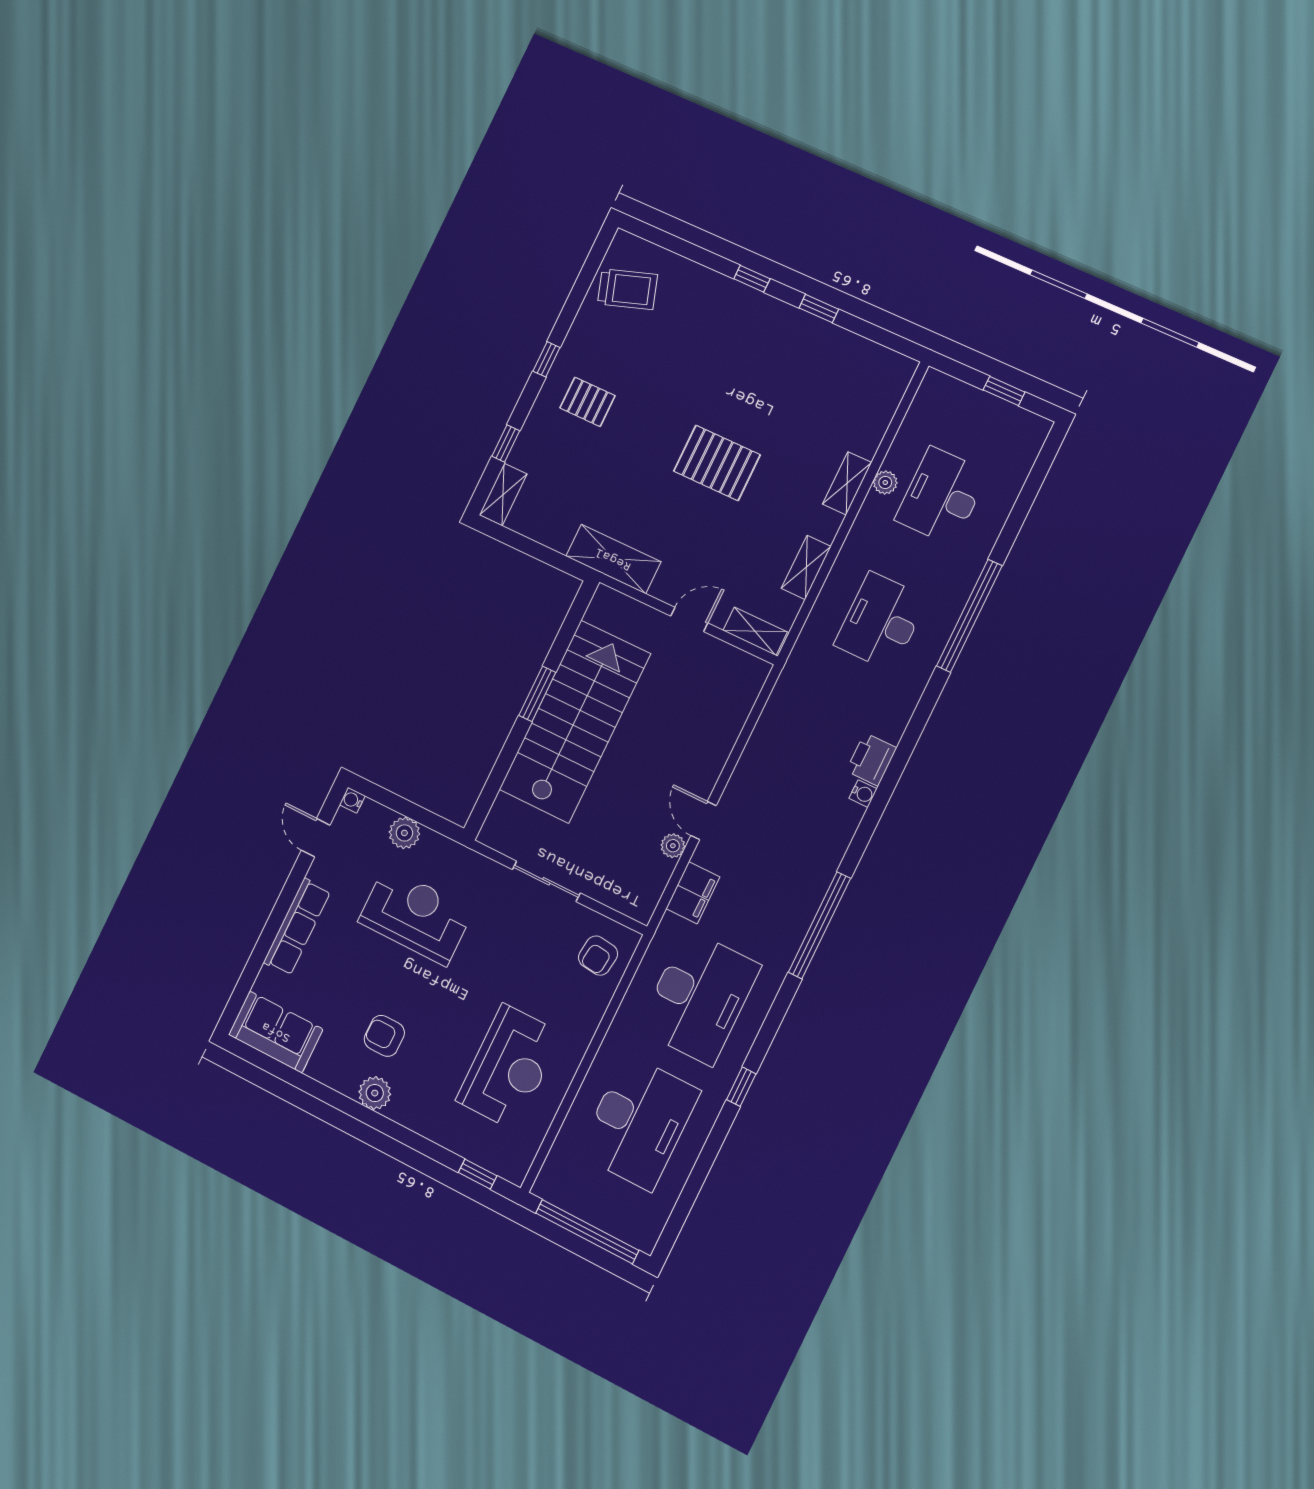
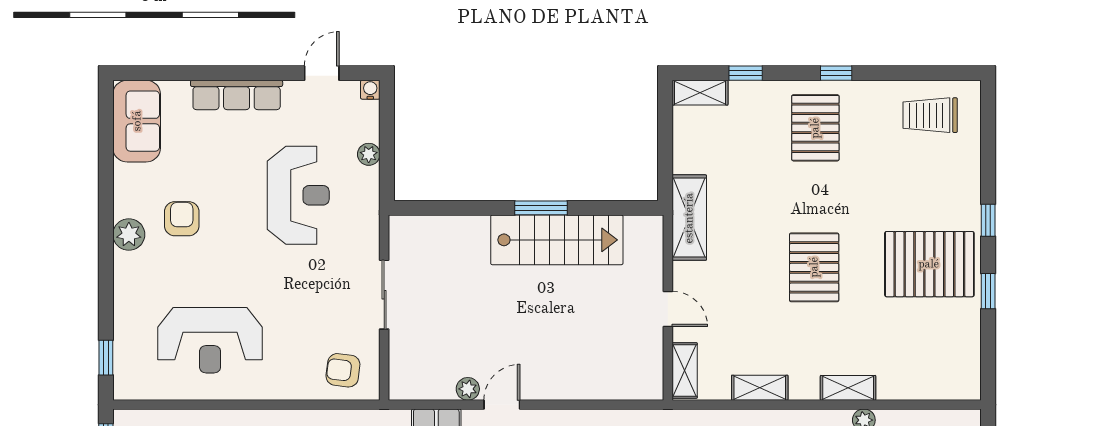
trolley: (627, 289) -> (930, 115), turned 108
pallet: (766, 353) -> (929, 264), added
pallet: (587, 402) -> (815, 128), width x1.50, depth x1.42
stairs: (575, 722) -> (557, 240), width x0.73, depth x0.66
plant: (404, 833) -> (369, 154), width x0.73, depth x0.73

